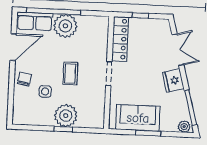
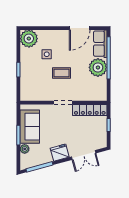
door: (13, 47) -> (80, 28), hinge flipped
chair: (24, 79) -> (55, 38), removed
plant: (66, 116) -> (29, 39), moved
plant: (184, 127) -> (25, 149), moved

